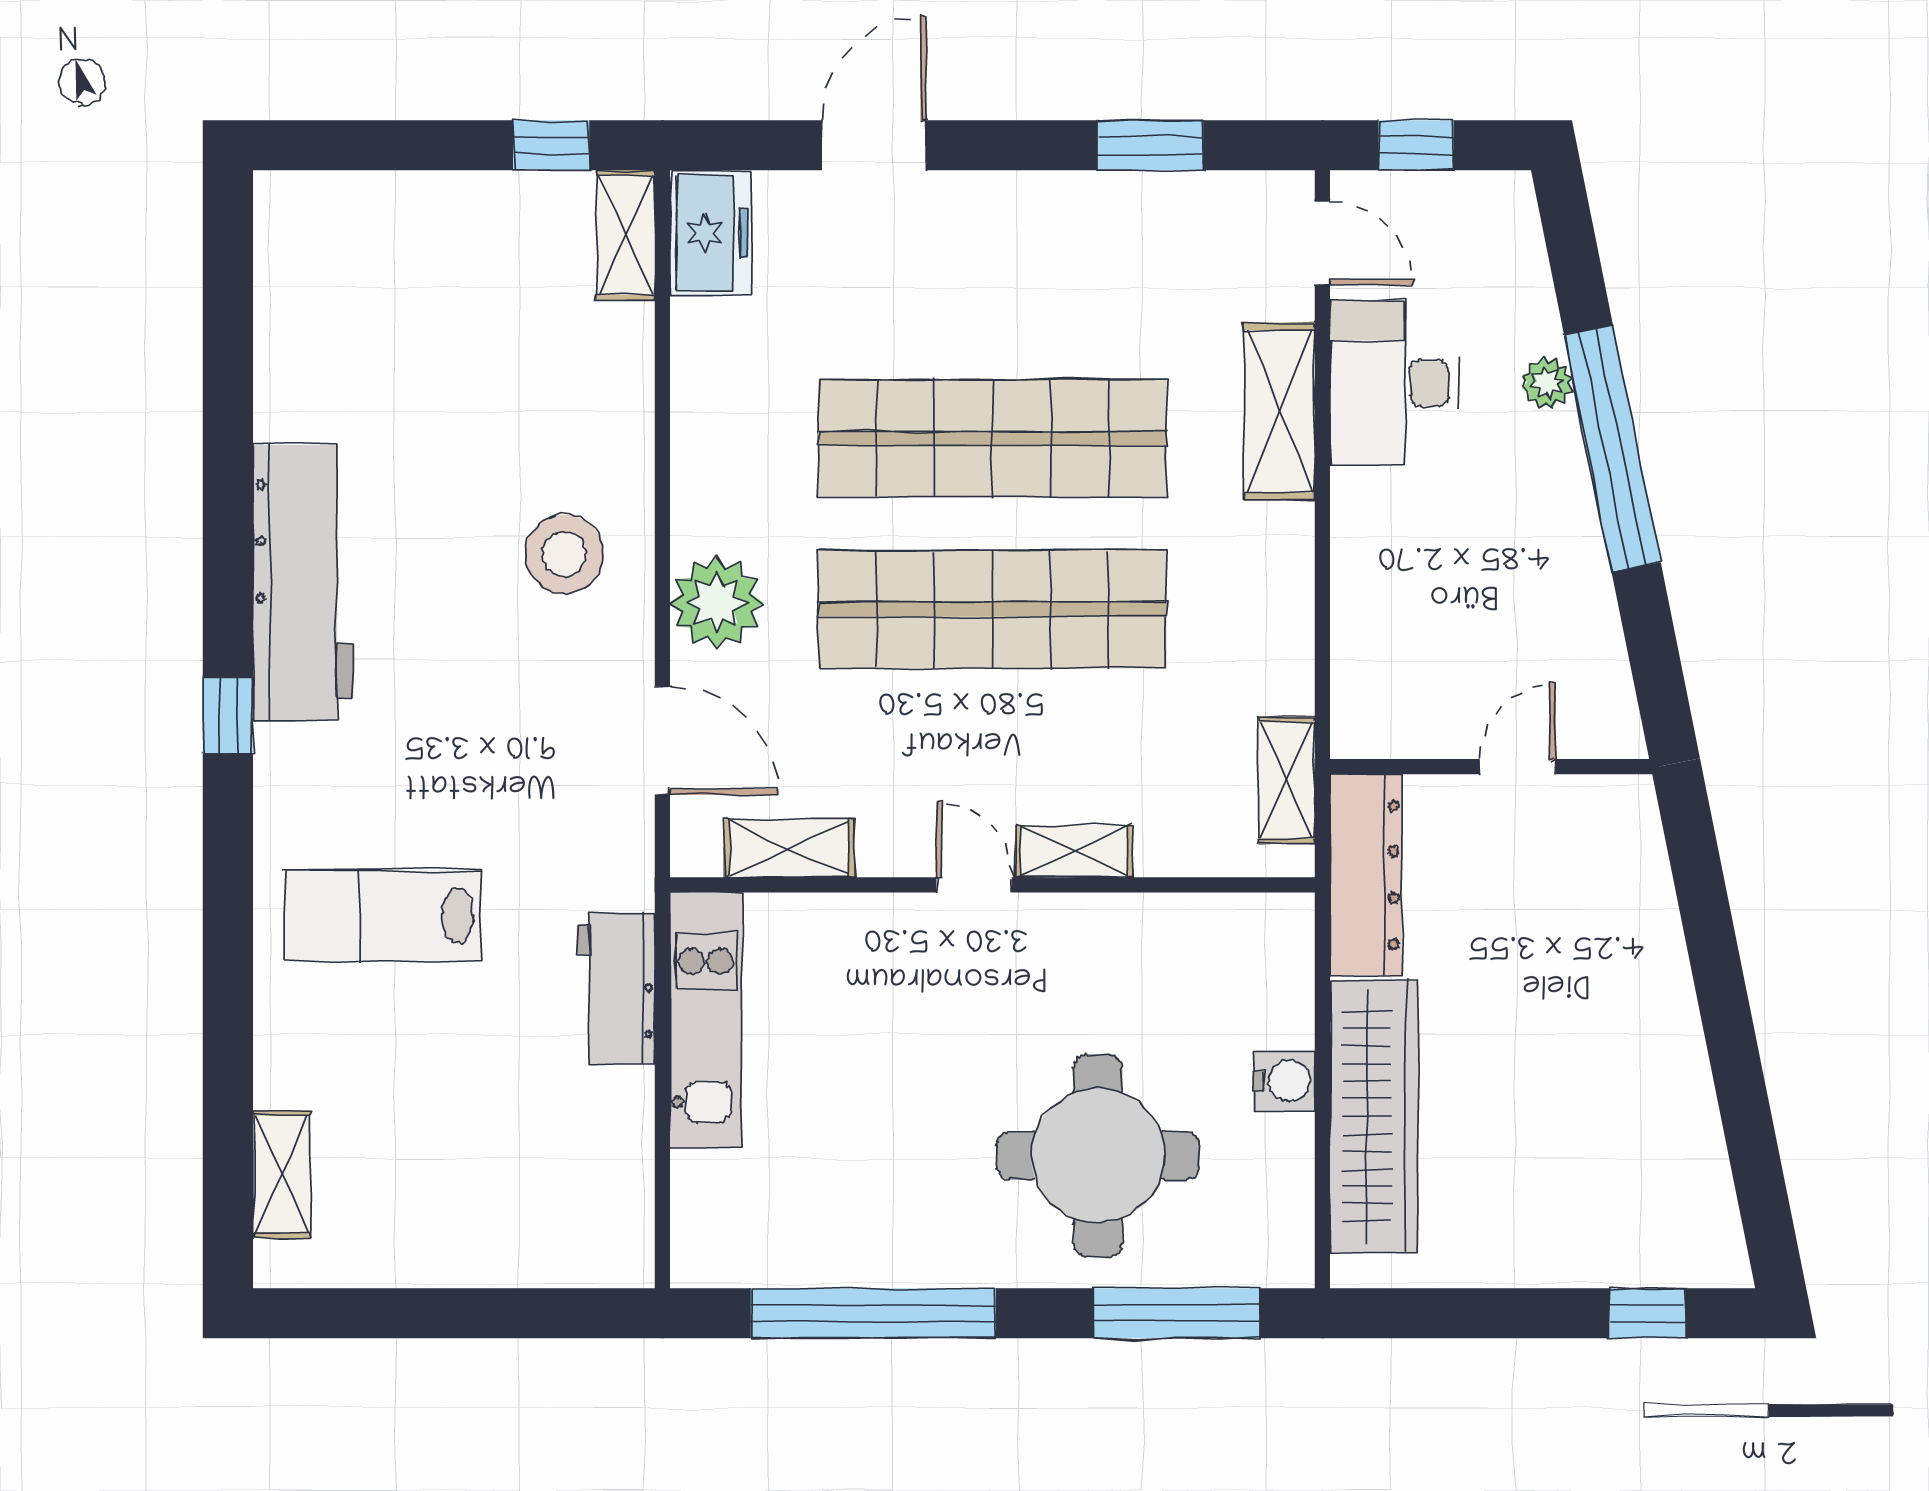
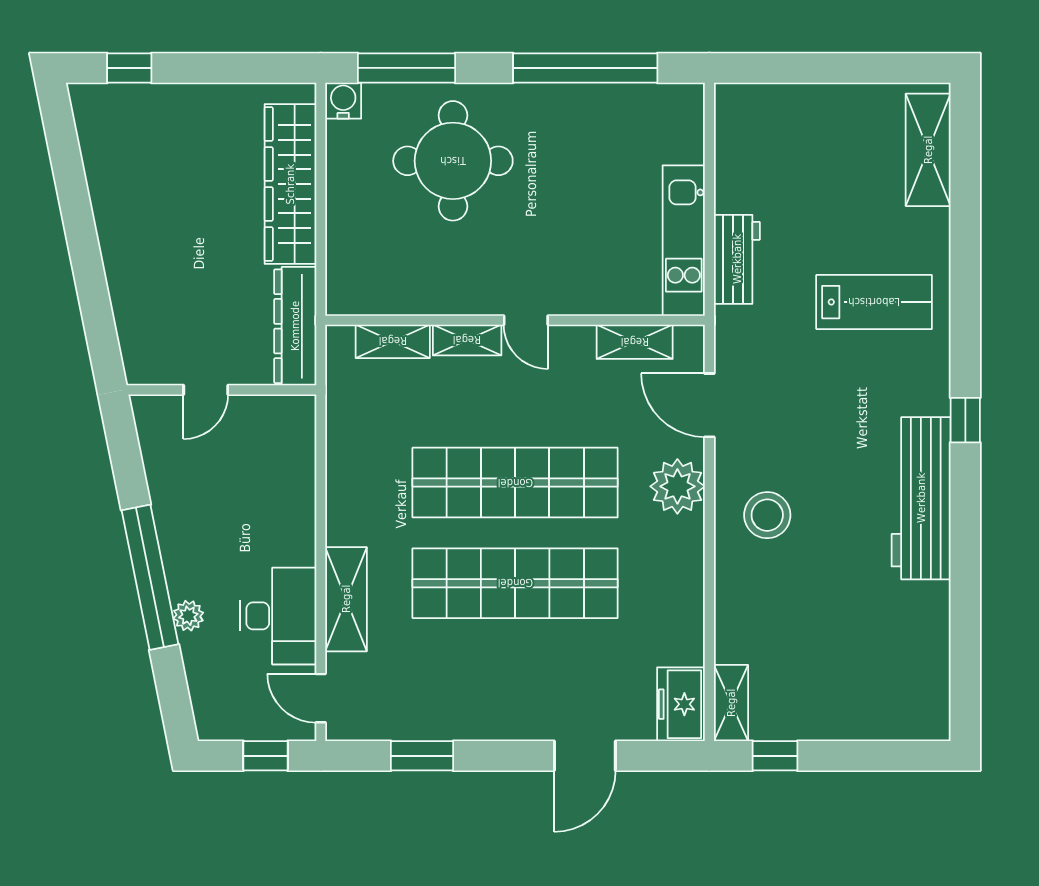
shelving: (1286, 780) -> (393, 341), moved, turned 90
water cooler: (1284, 1081) -> (343, 101), moved, turned 90
shelving: (281, 1174) -> (928, 150), width x1.50, depth x1.33

